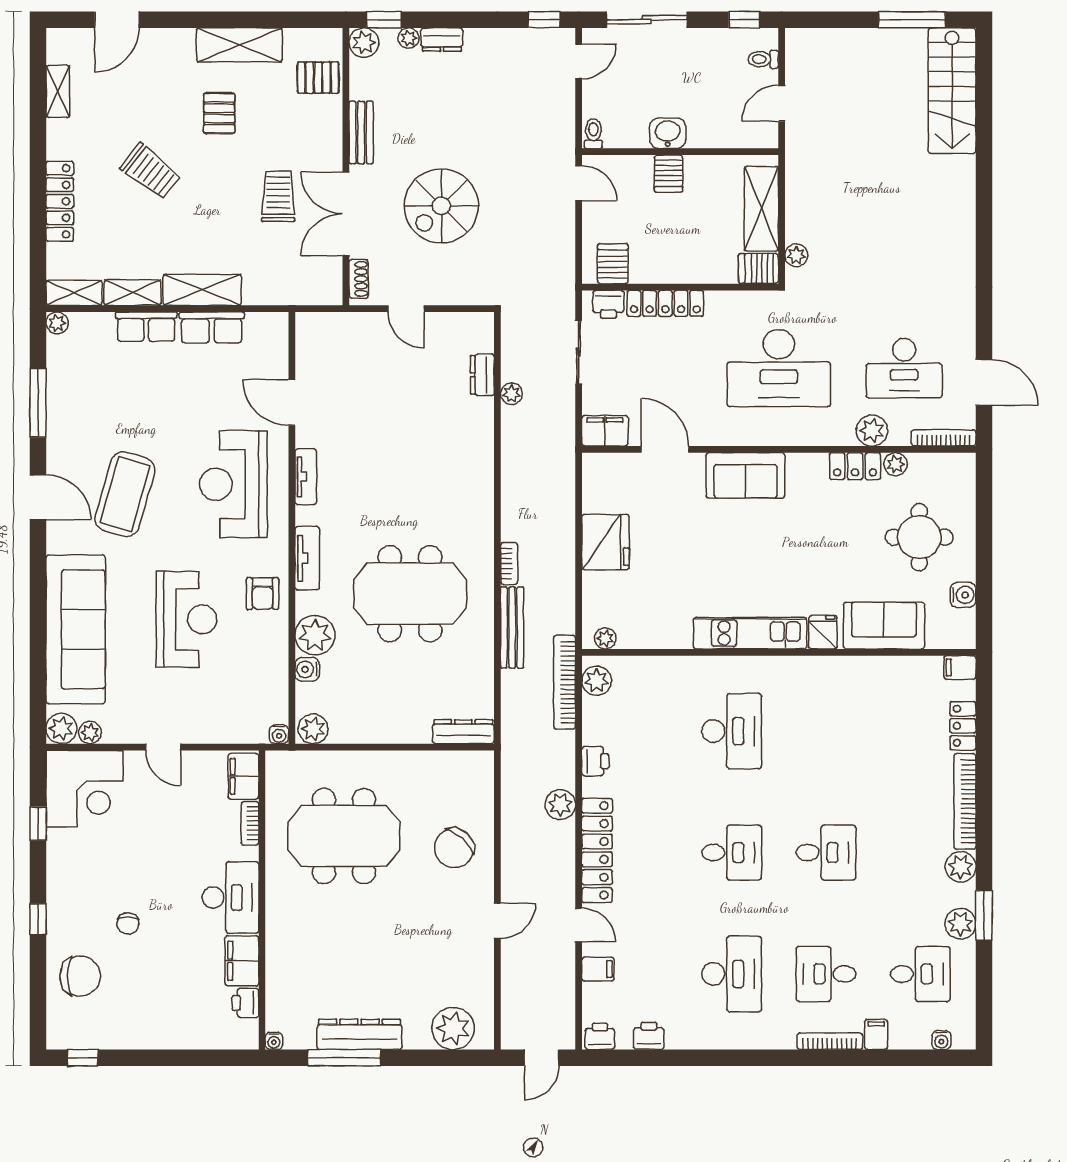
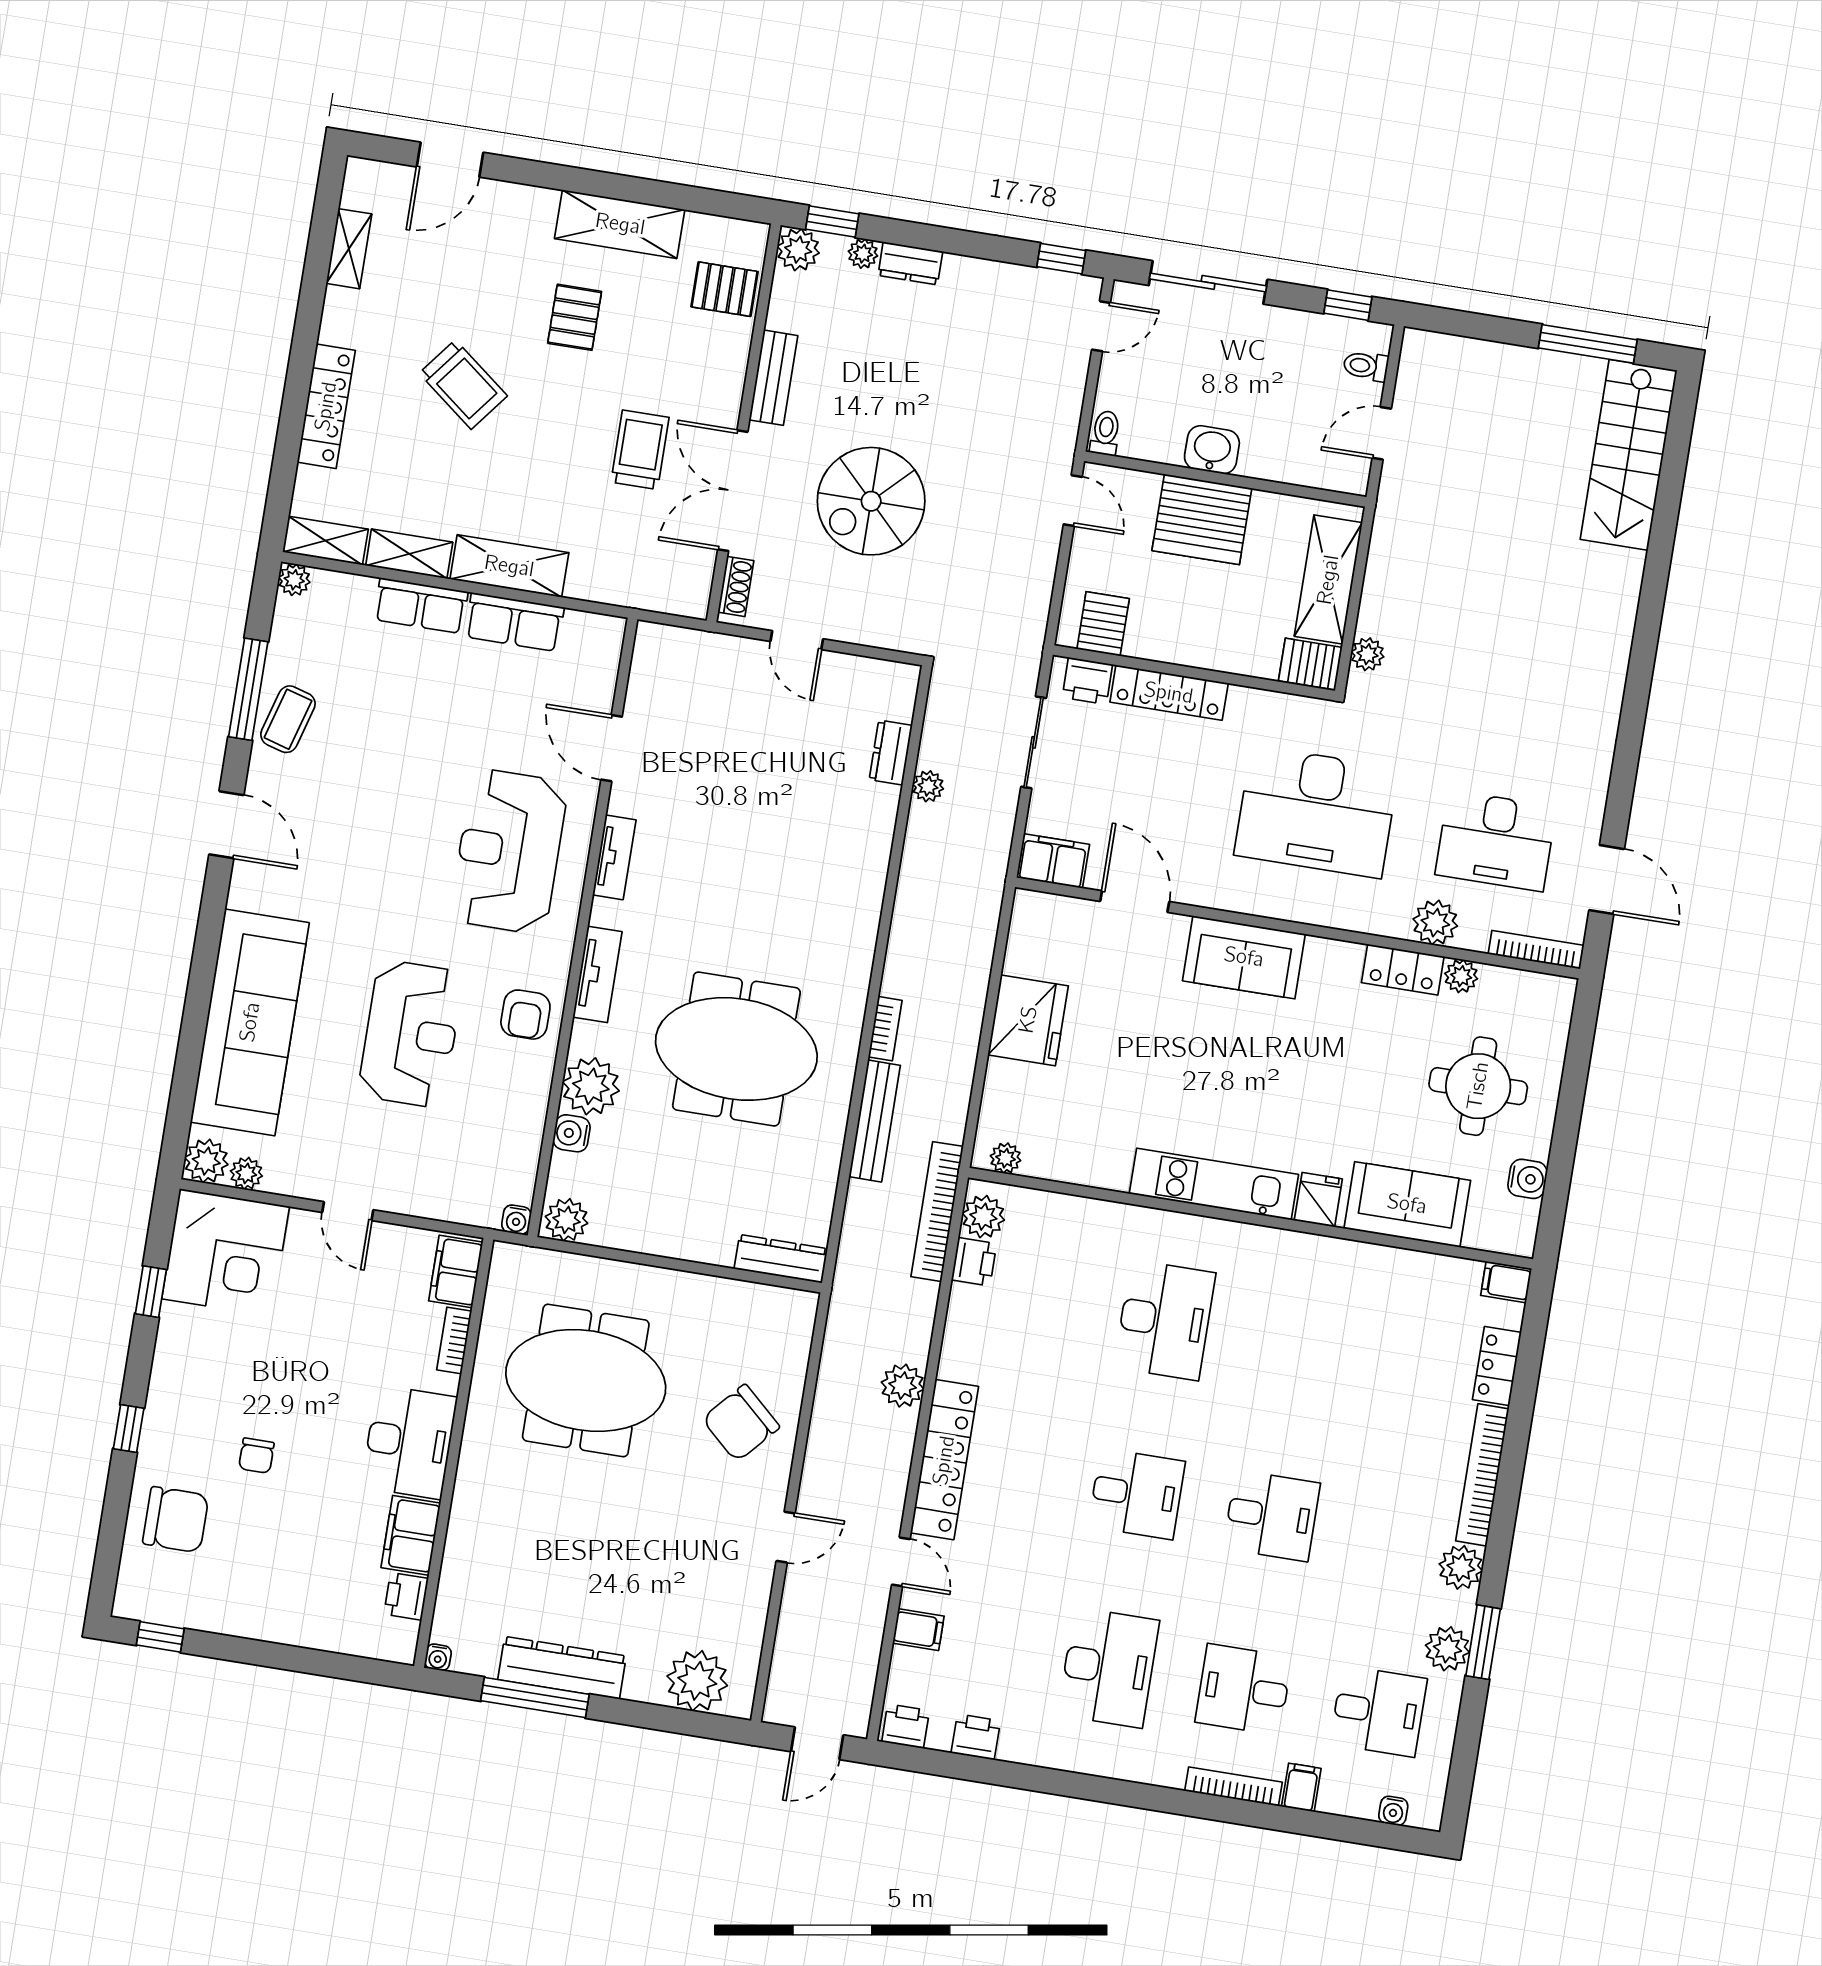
server rack: (669, 174) -> (1202, 519), width x2.18, depth x1.44
coffee table: (125, 494) -> (288, 719), moved, width x0.54, depth x0.58
printer: (595, 761) -> (974, 1262), moved

